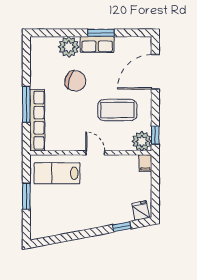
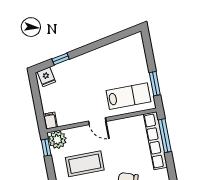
window: (26, 104) -> (165, 136), moved
window: (26, 196) -> (155, 84), moved

